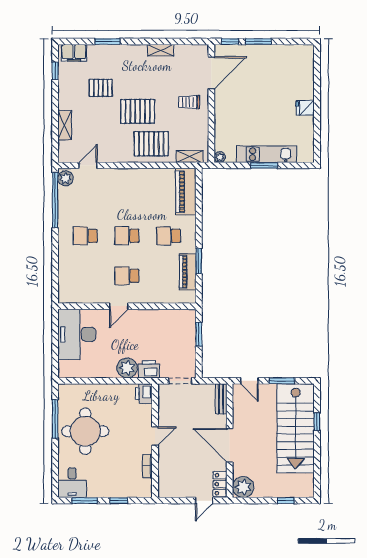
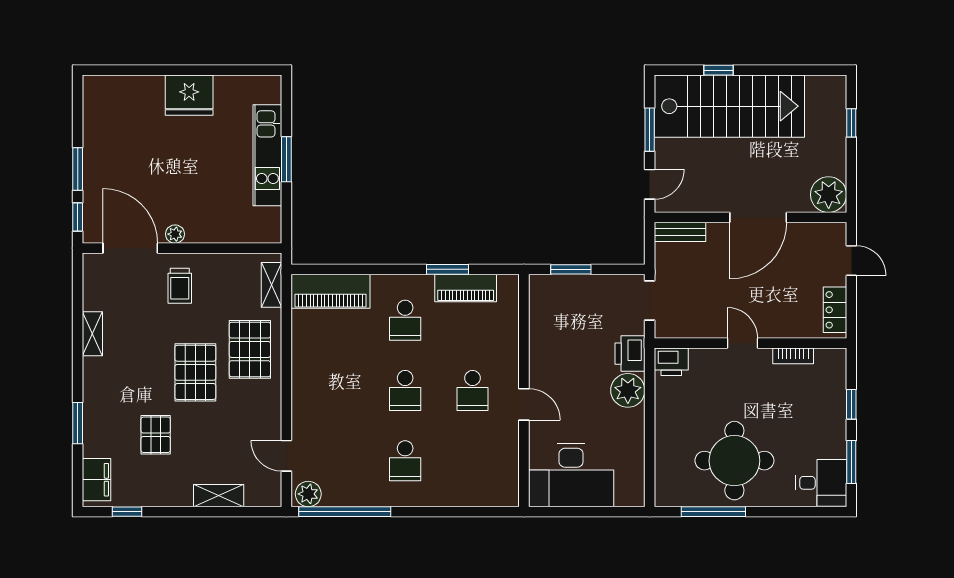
fridge: (305, 108) -> (189, 95), width x1.88, depth x1.34
plant: (220, 157) -> (175, 234), moved
locker: (220, 484) -> (835, 310), moved, turned 90

